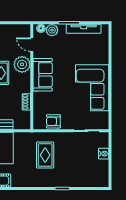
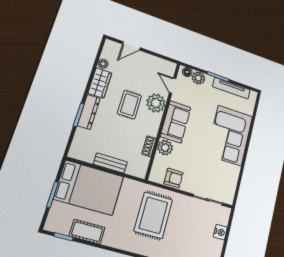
corner sofa: (92, 88) -> (230, 135), moved
plant: (40, 99) -> (165, 148), added
armchair: (53, 121) -> (173, 178), turned 180
rug: (45, 155) -> (153, 215), width x1.36, depth x1.43

